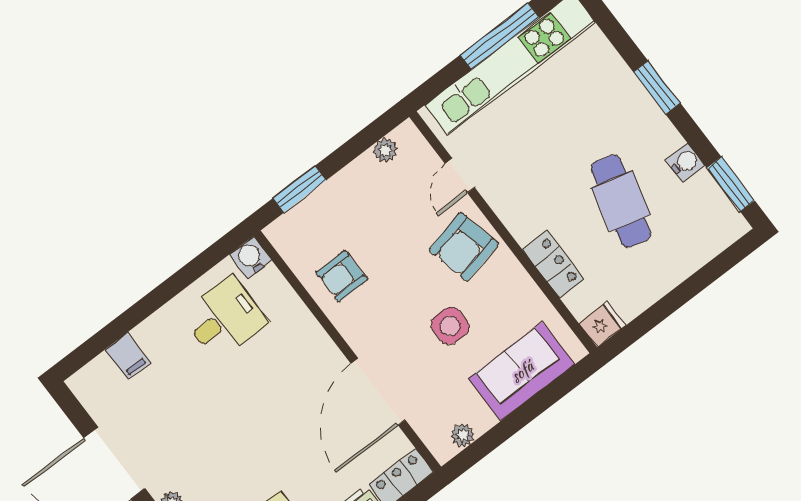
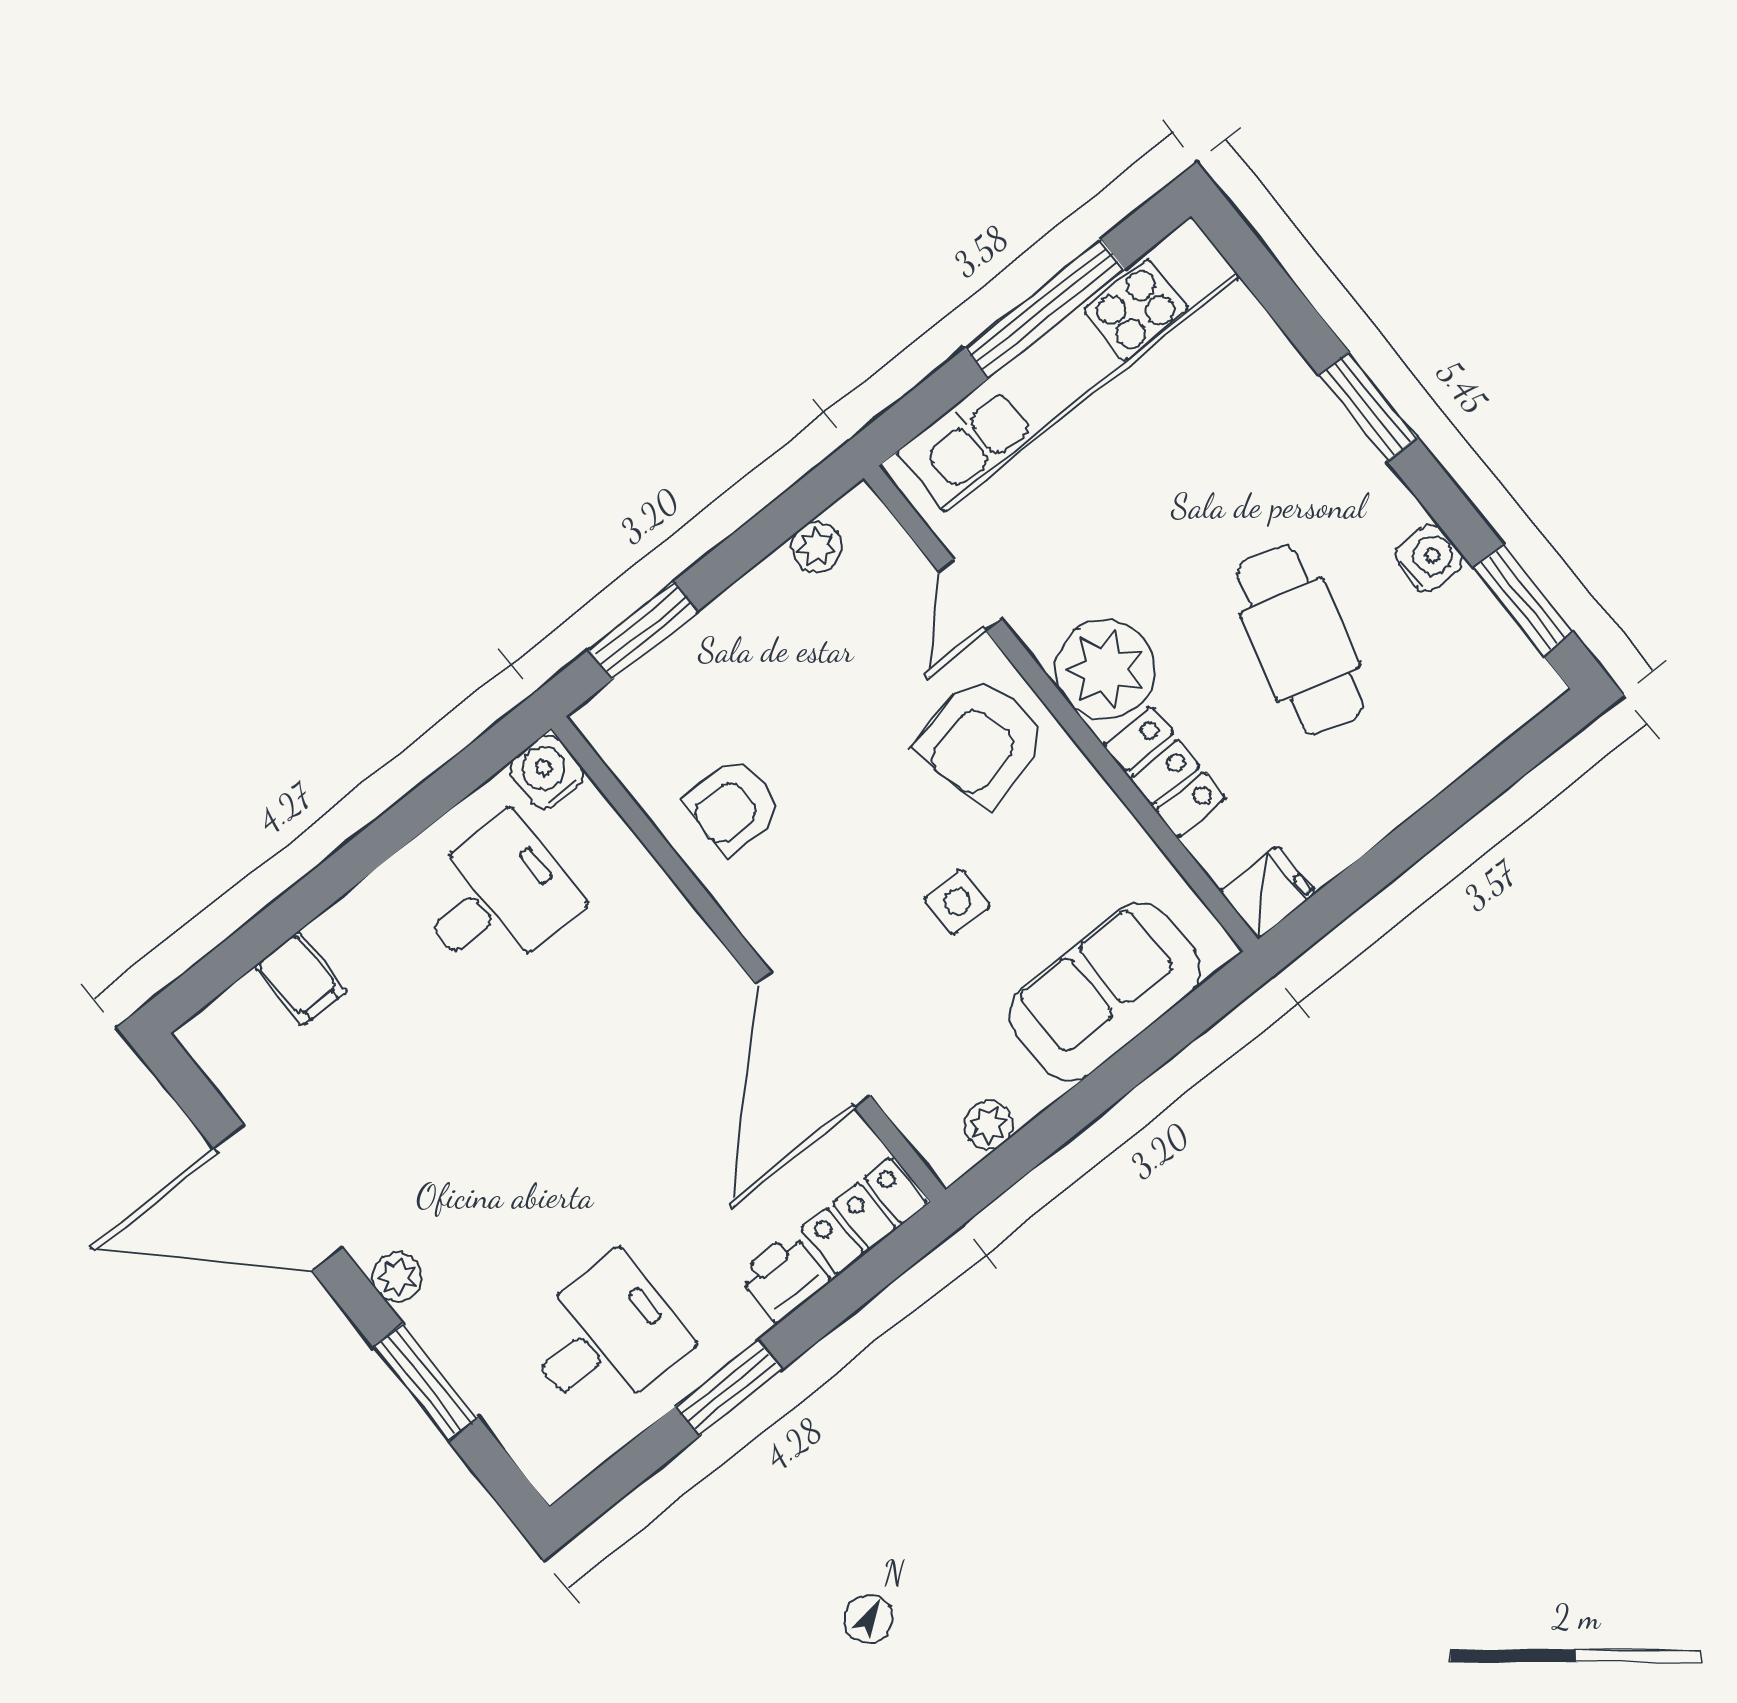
plant: (525, 214) -> (1105, 669), added
side table: (450, 326) -> (957, 902), width x0.73, depth x0.73

